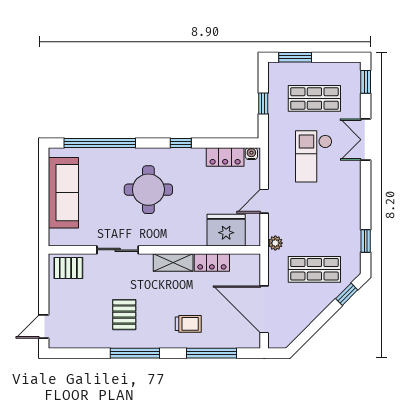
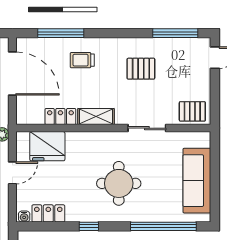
pallet: (124, 315) -> (141, 69), turned 90
window: (135, 353) -> (175, 33), moved

